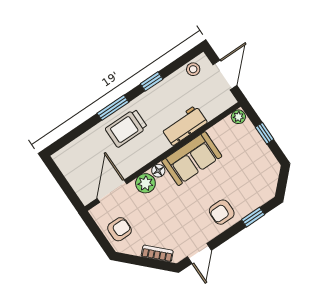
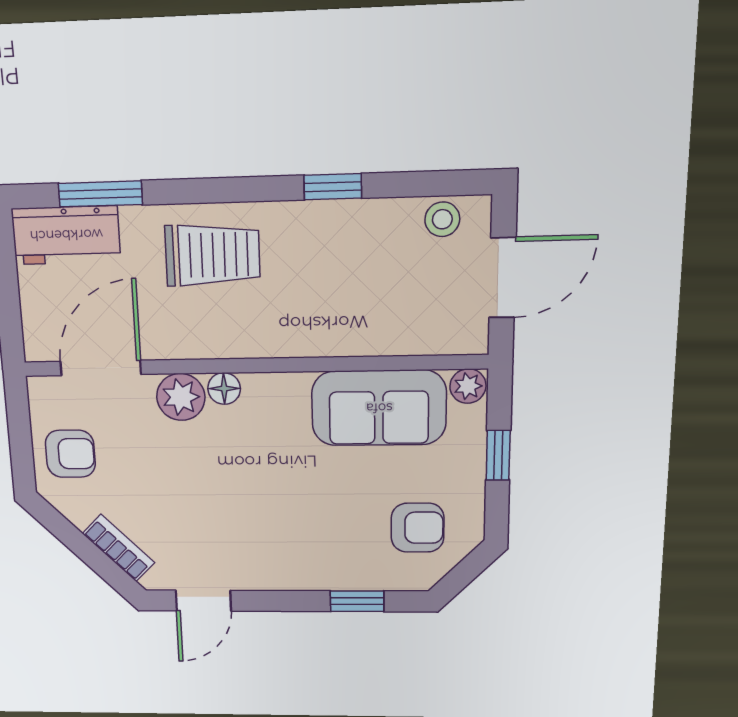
window: (113, 108) -> (100, 194), moved
workbench: (184, 125) -> (66, 235), moved, turned 180
trolley: (126, 128) -> (212, 255), turned 180
sofa: (192, 159) -> (379, 408), moved
armchair: (222, 212) -> (418, 528), moved, turned 180

